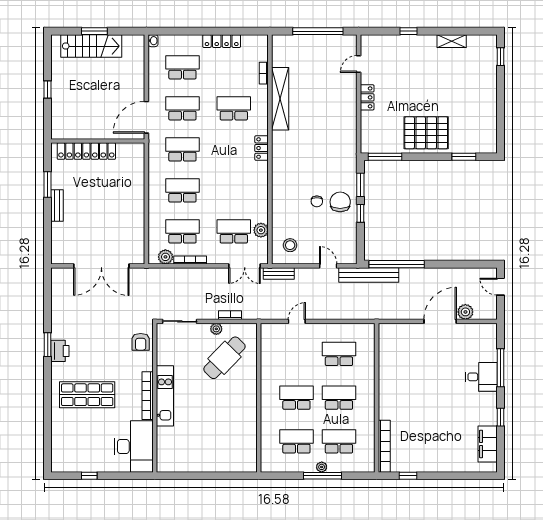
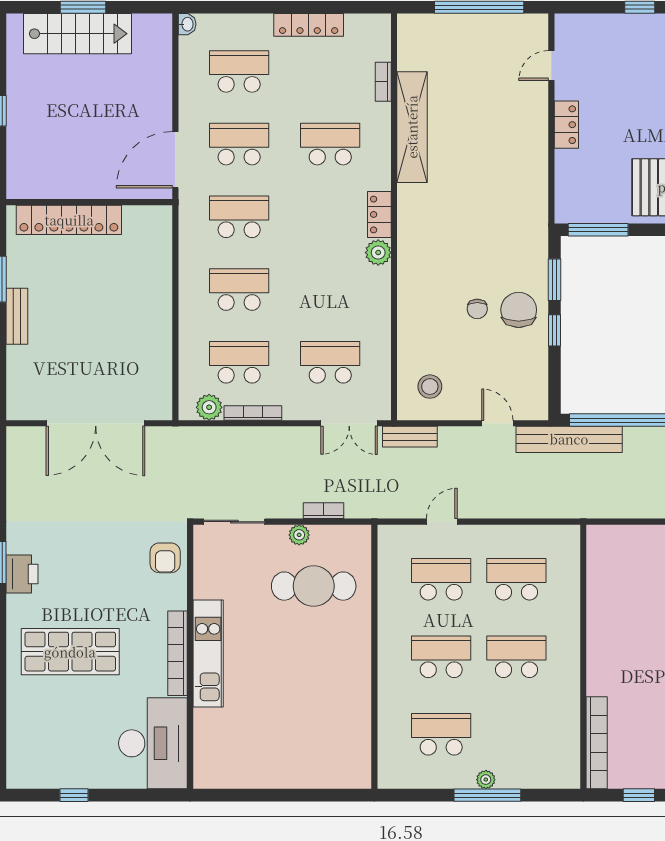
plant: (261, 230) -> (378, 253), moved
cafe table: (224, 358) -> (314, 586), turned 46
school desk: (339, 441) -> (441, 579), moved

